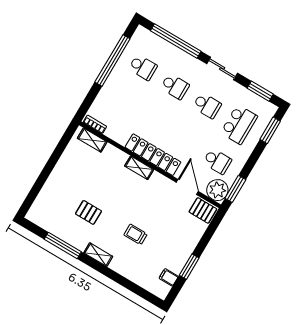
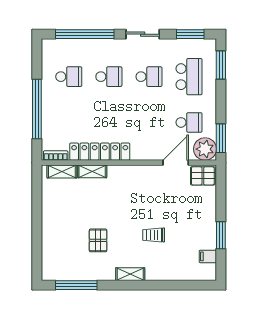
window: (112, 60) -> (37, 109), moved
locker: (153, 155) -> (100, 152), moved
shelving: (139, 168) -> (92, 171), moved
door: (187, 187) -> (176, 163), hinge flipped
pallet: (88, 212) -> (98, 240), turned 90
window: (63, 246) -> (76, 285), moved

